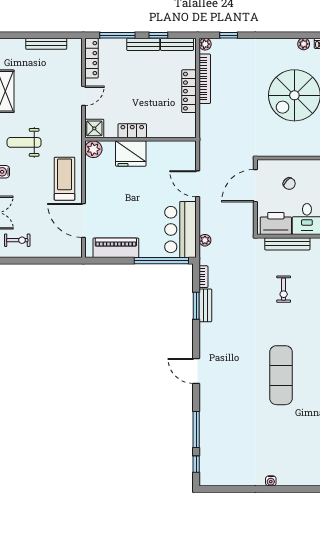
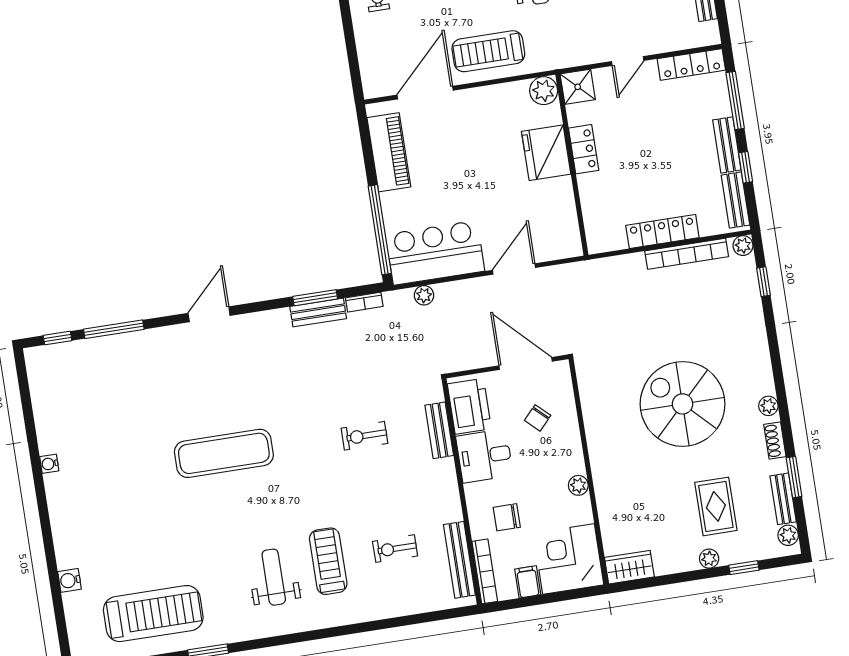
door: (83, 96) -> (628, 61), hinge flipped
treadmill: (65, 179) -> (488, 51), turned 180
bench: (287, 244) -> (439, 430), width x0.73

